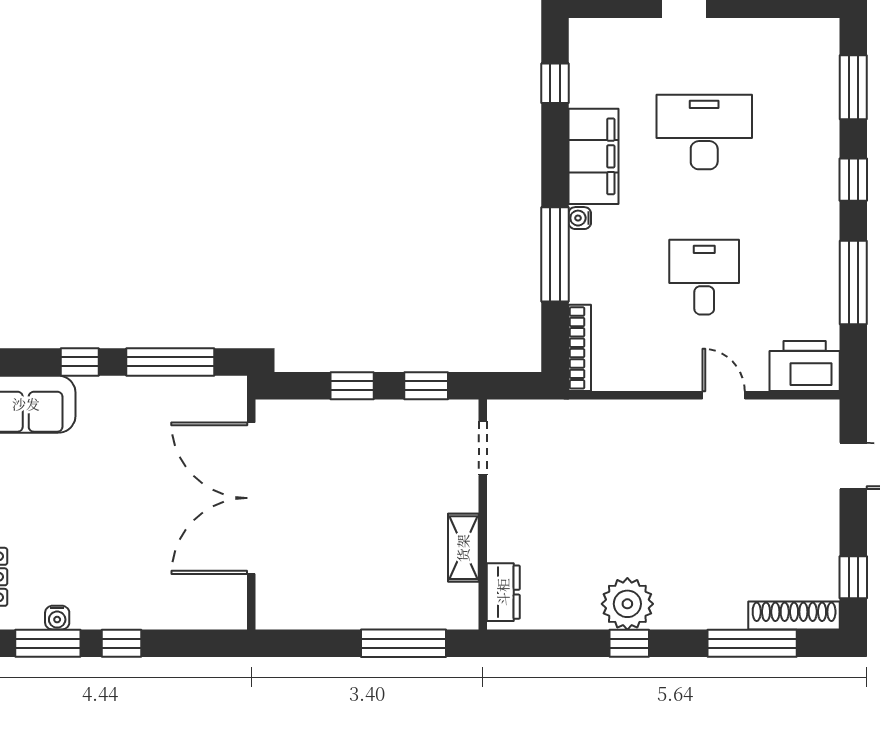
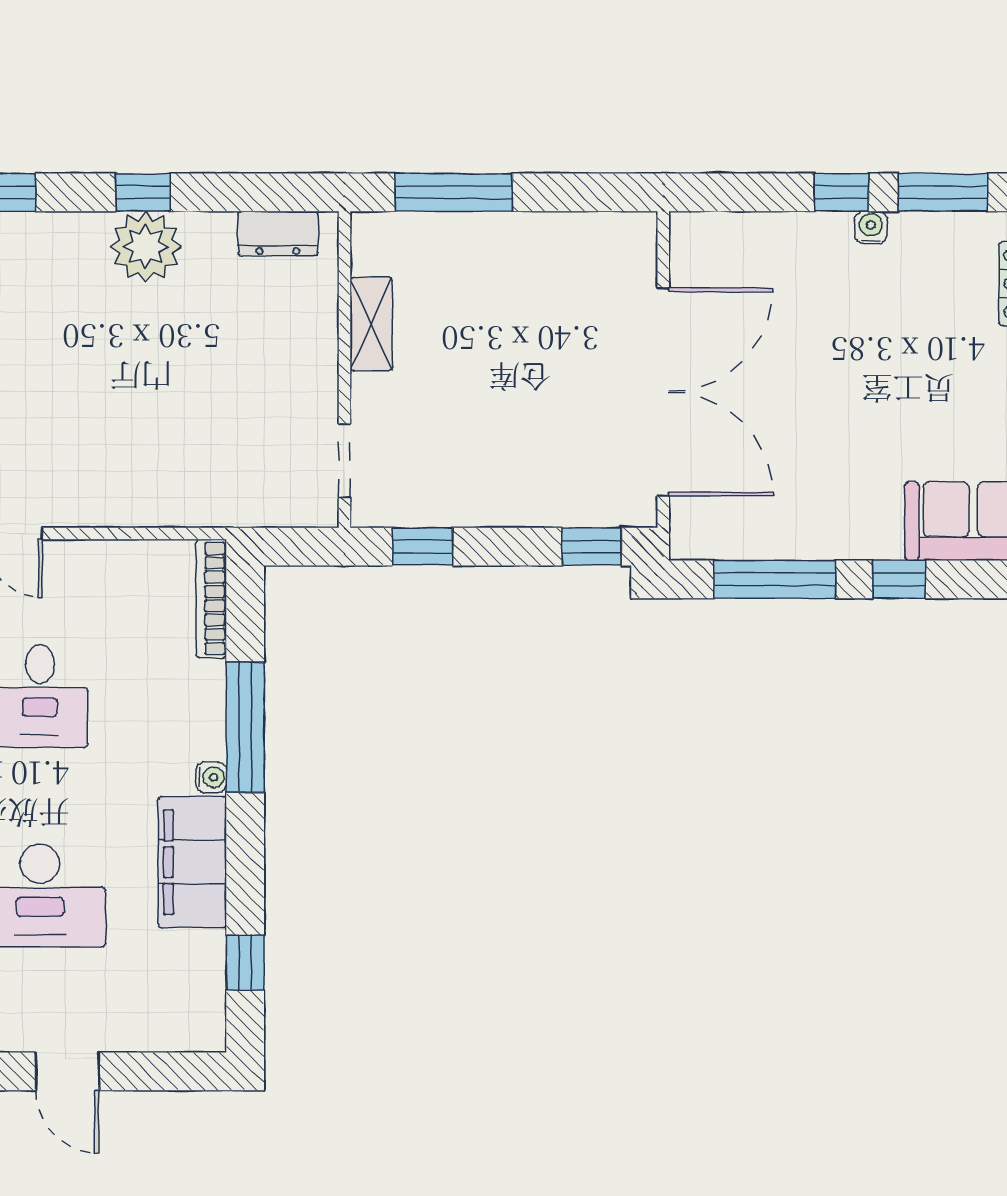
window: (352, 386) -> (592, 547), moved
dresser: (503, 592) -> (278, 234), moved, turned -90
water cooler: (57, 618) -> (871, 228), moved

